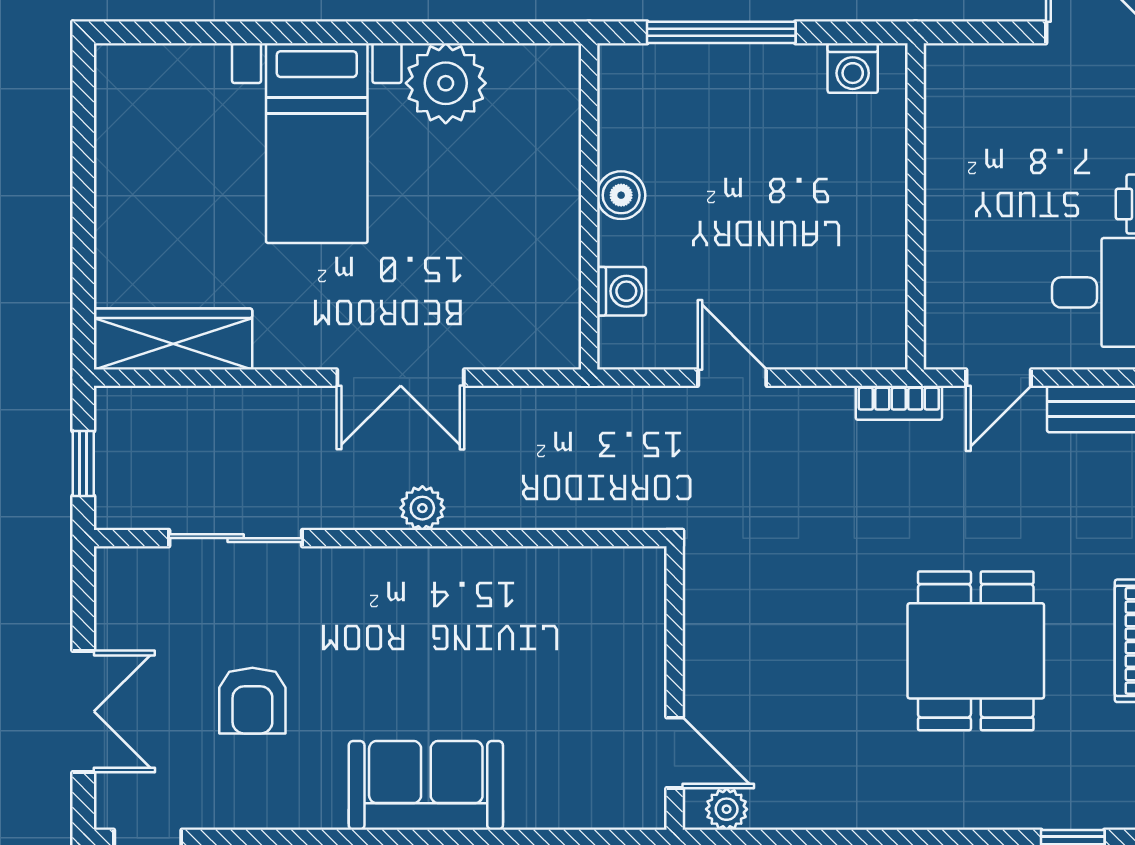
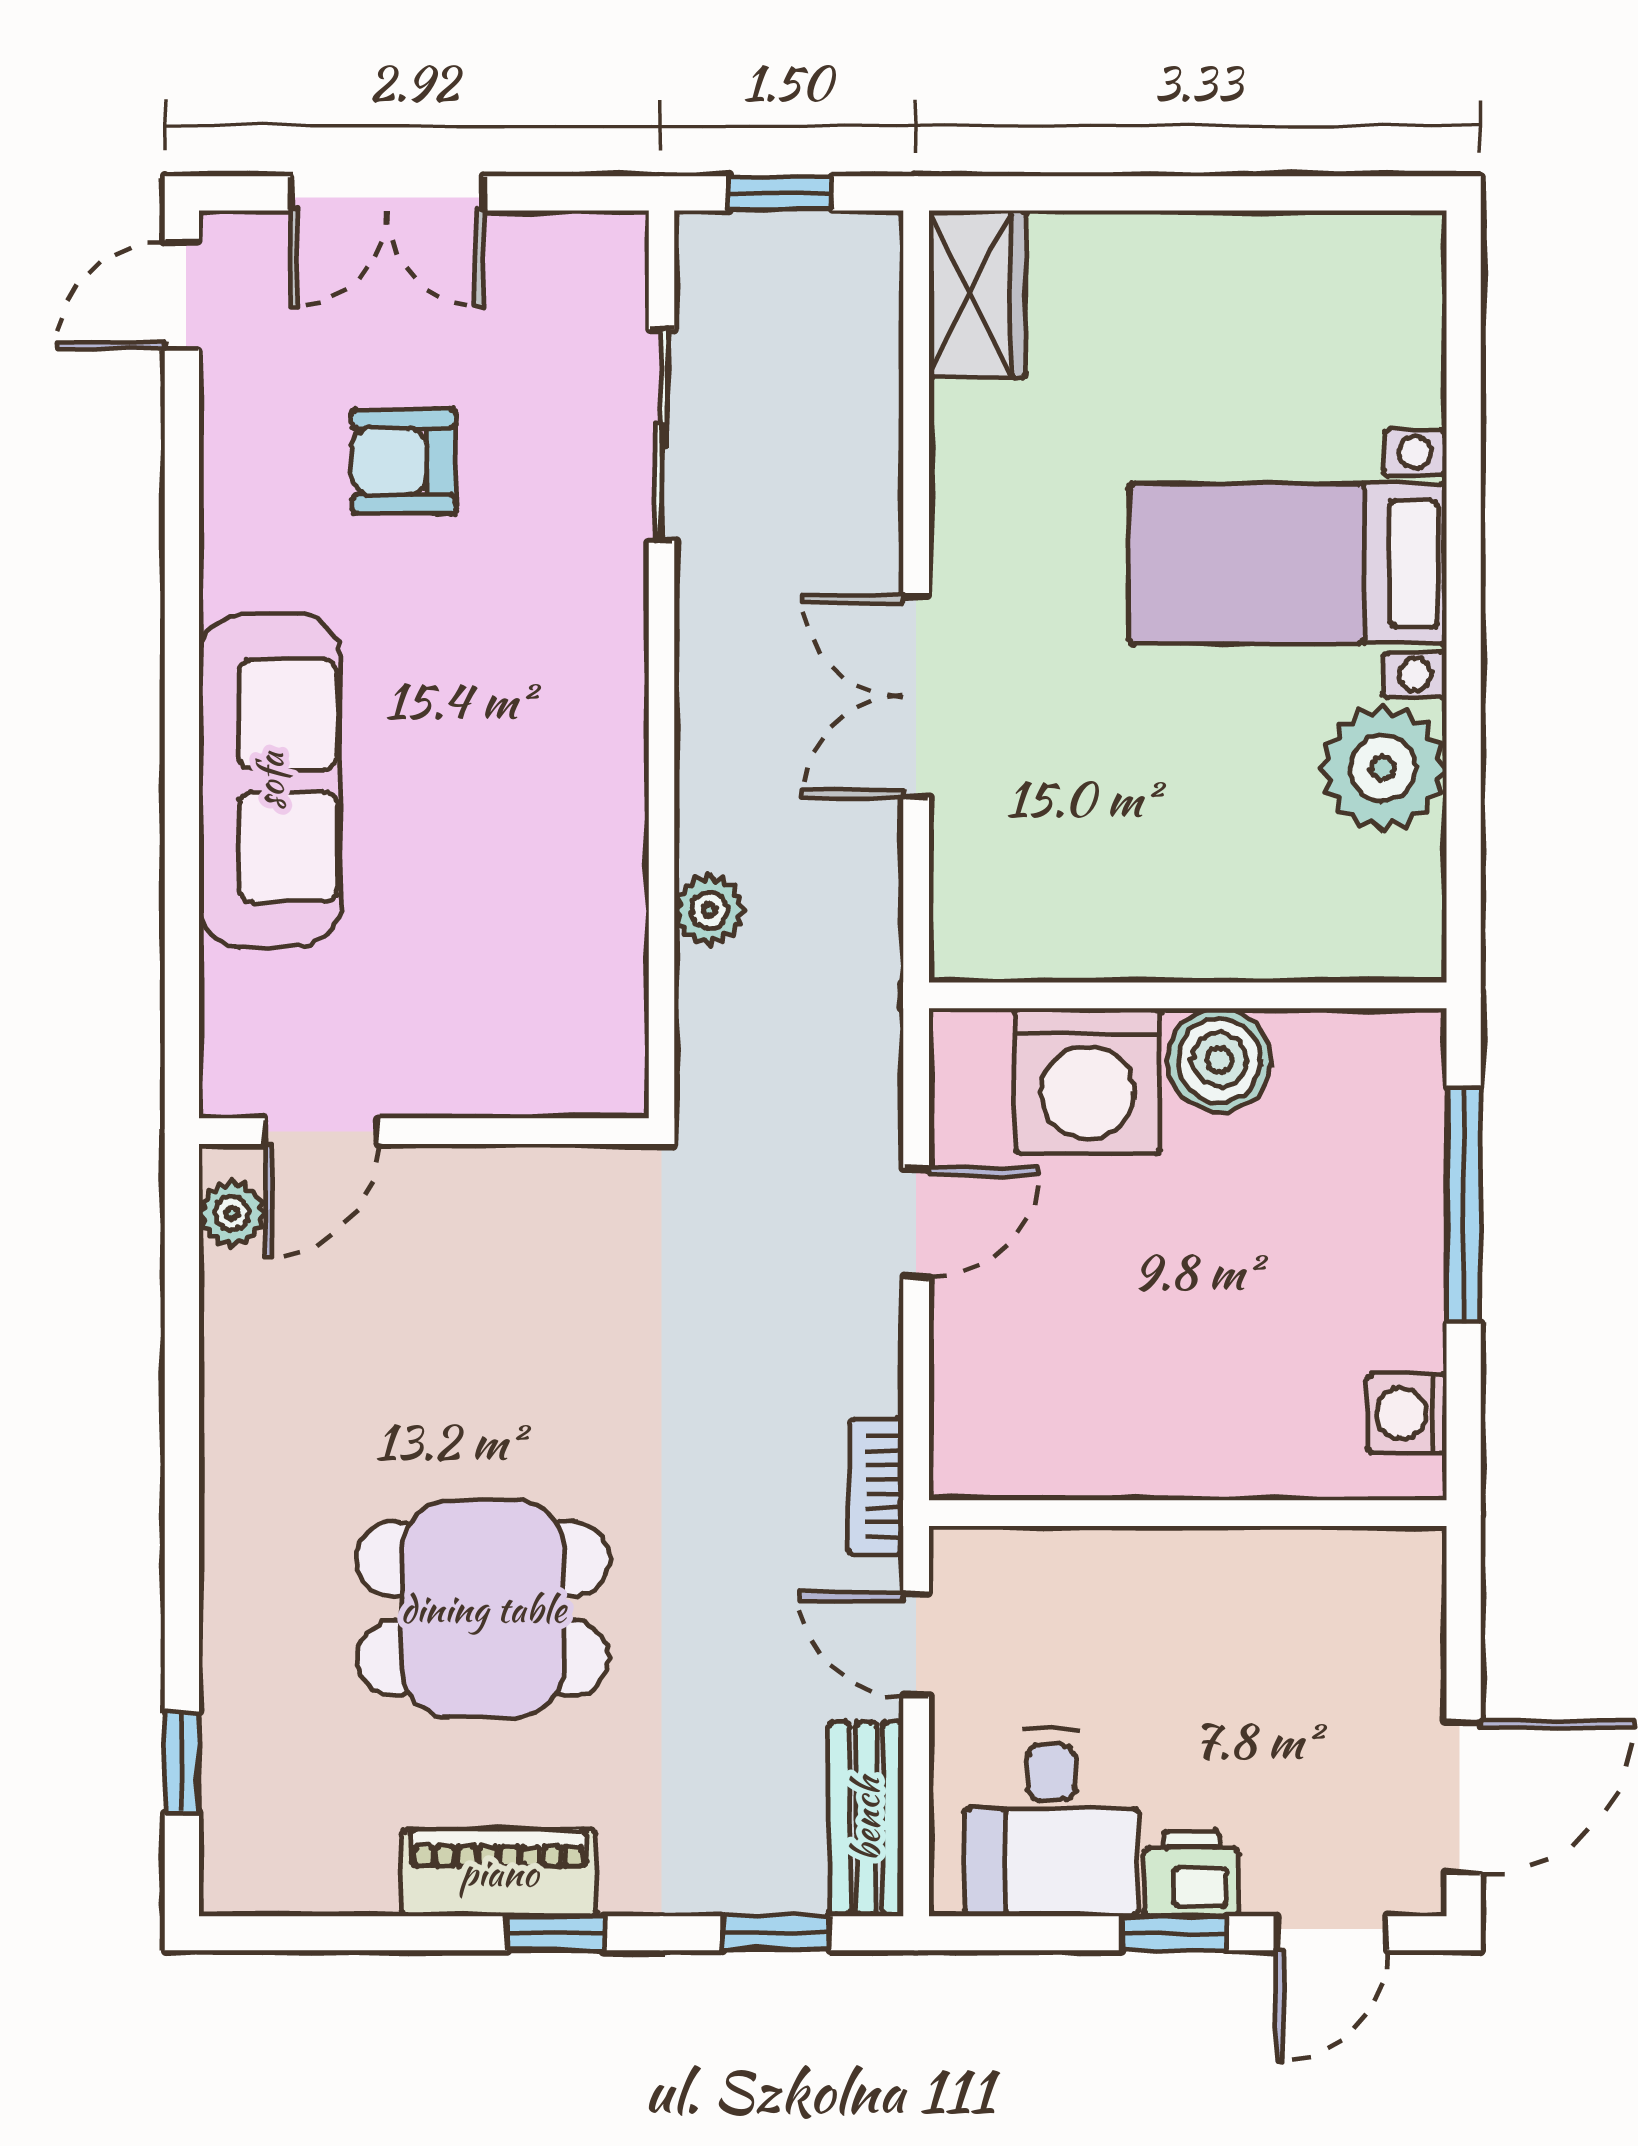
boiler: (621, 195) -> (1219, 1060), width x1.36, depth x1.36
washing machine: (621, 291) -> (1088, 1081), width x1.89, depth x1.89
wardrobe: (173, 339) -> (977, 294), width x0.67
plant: (422, 508) -> (709, 910), moved
sofa: (426, 785) -> (270, 781), width x1.36

